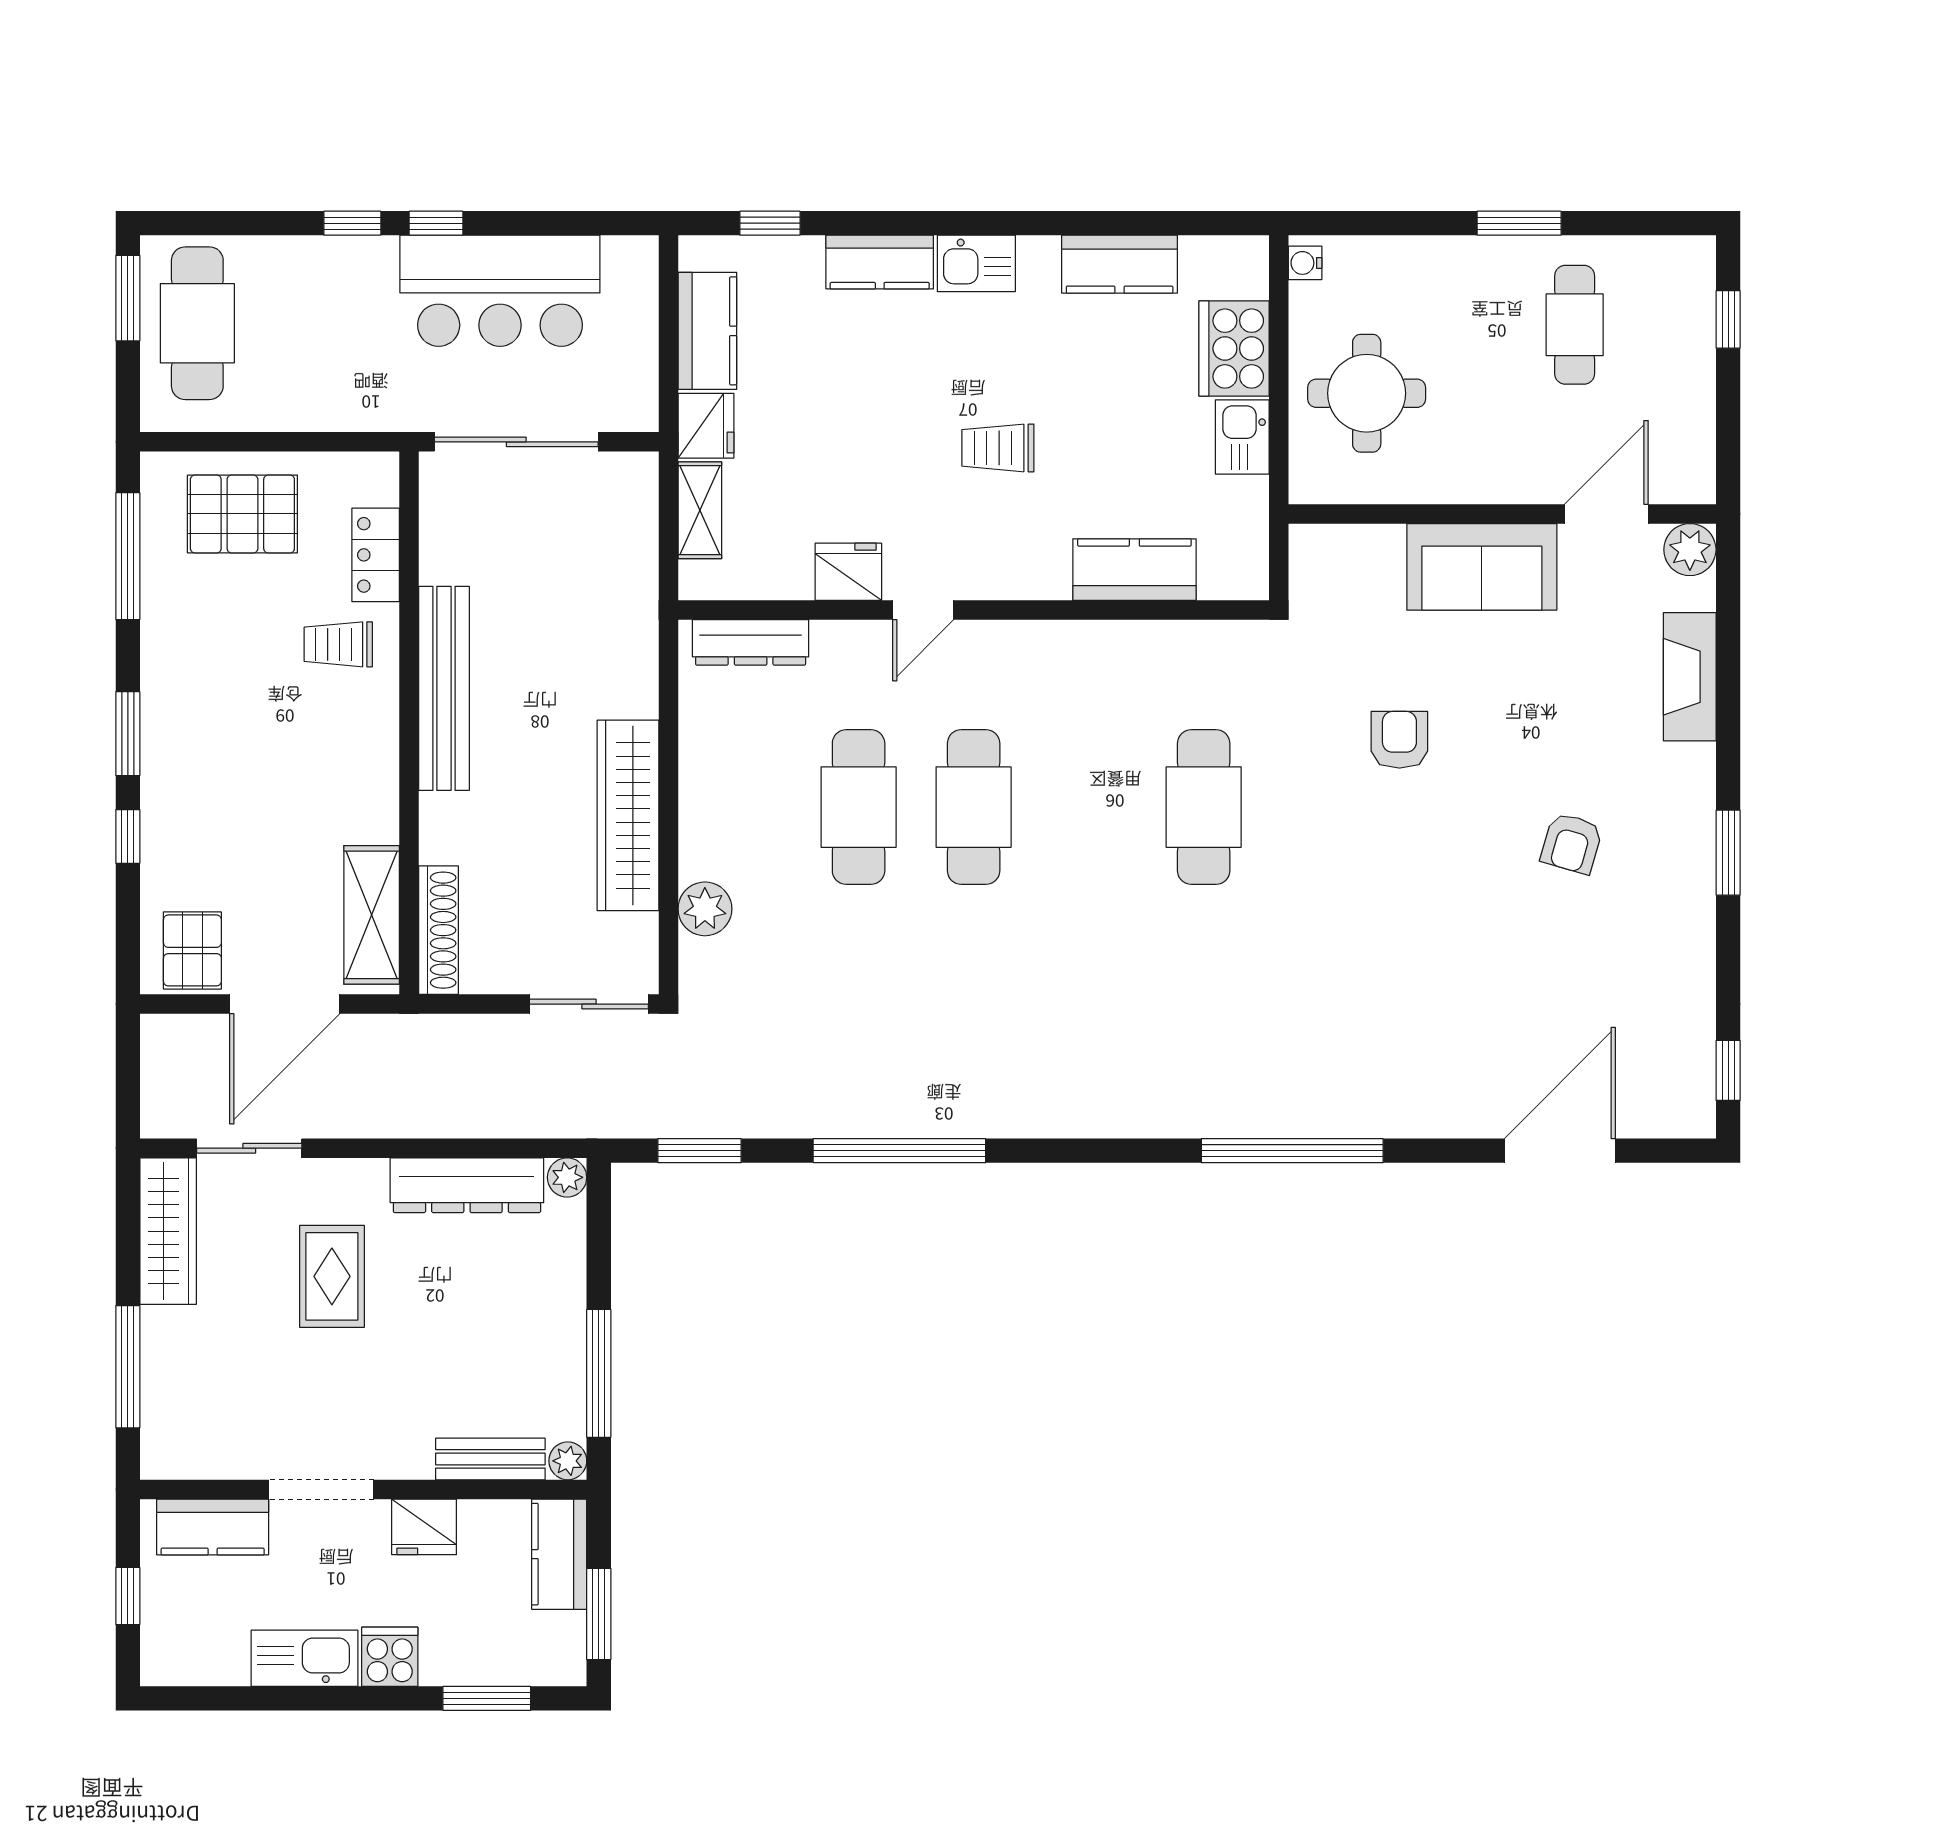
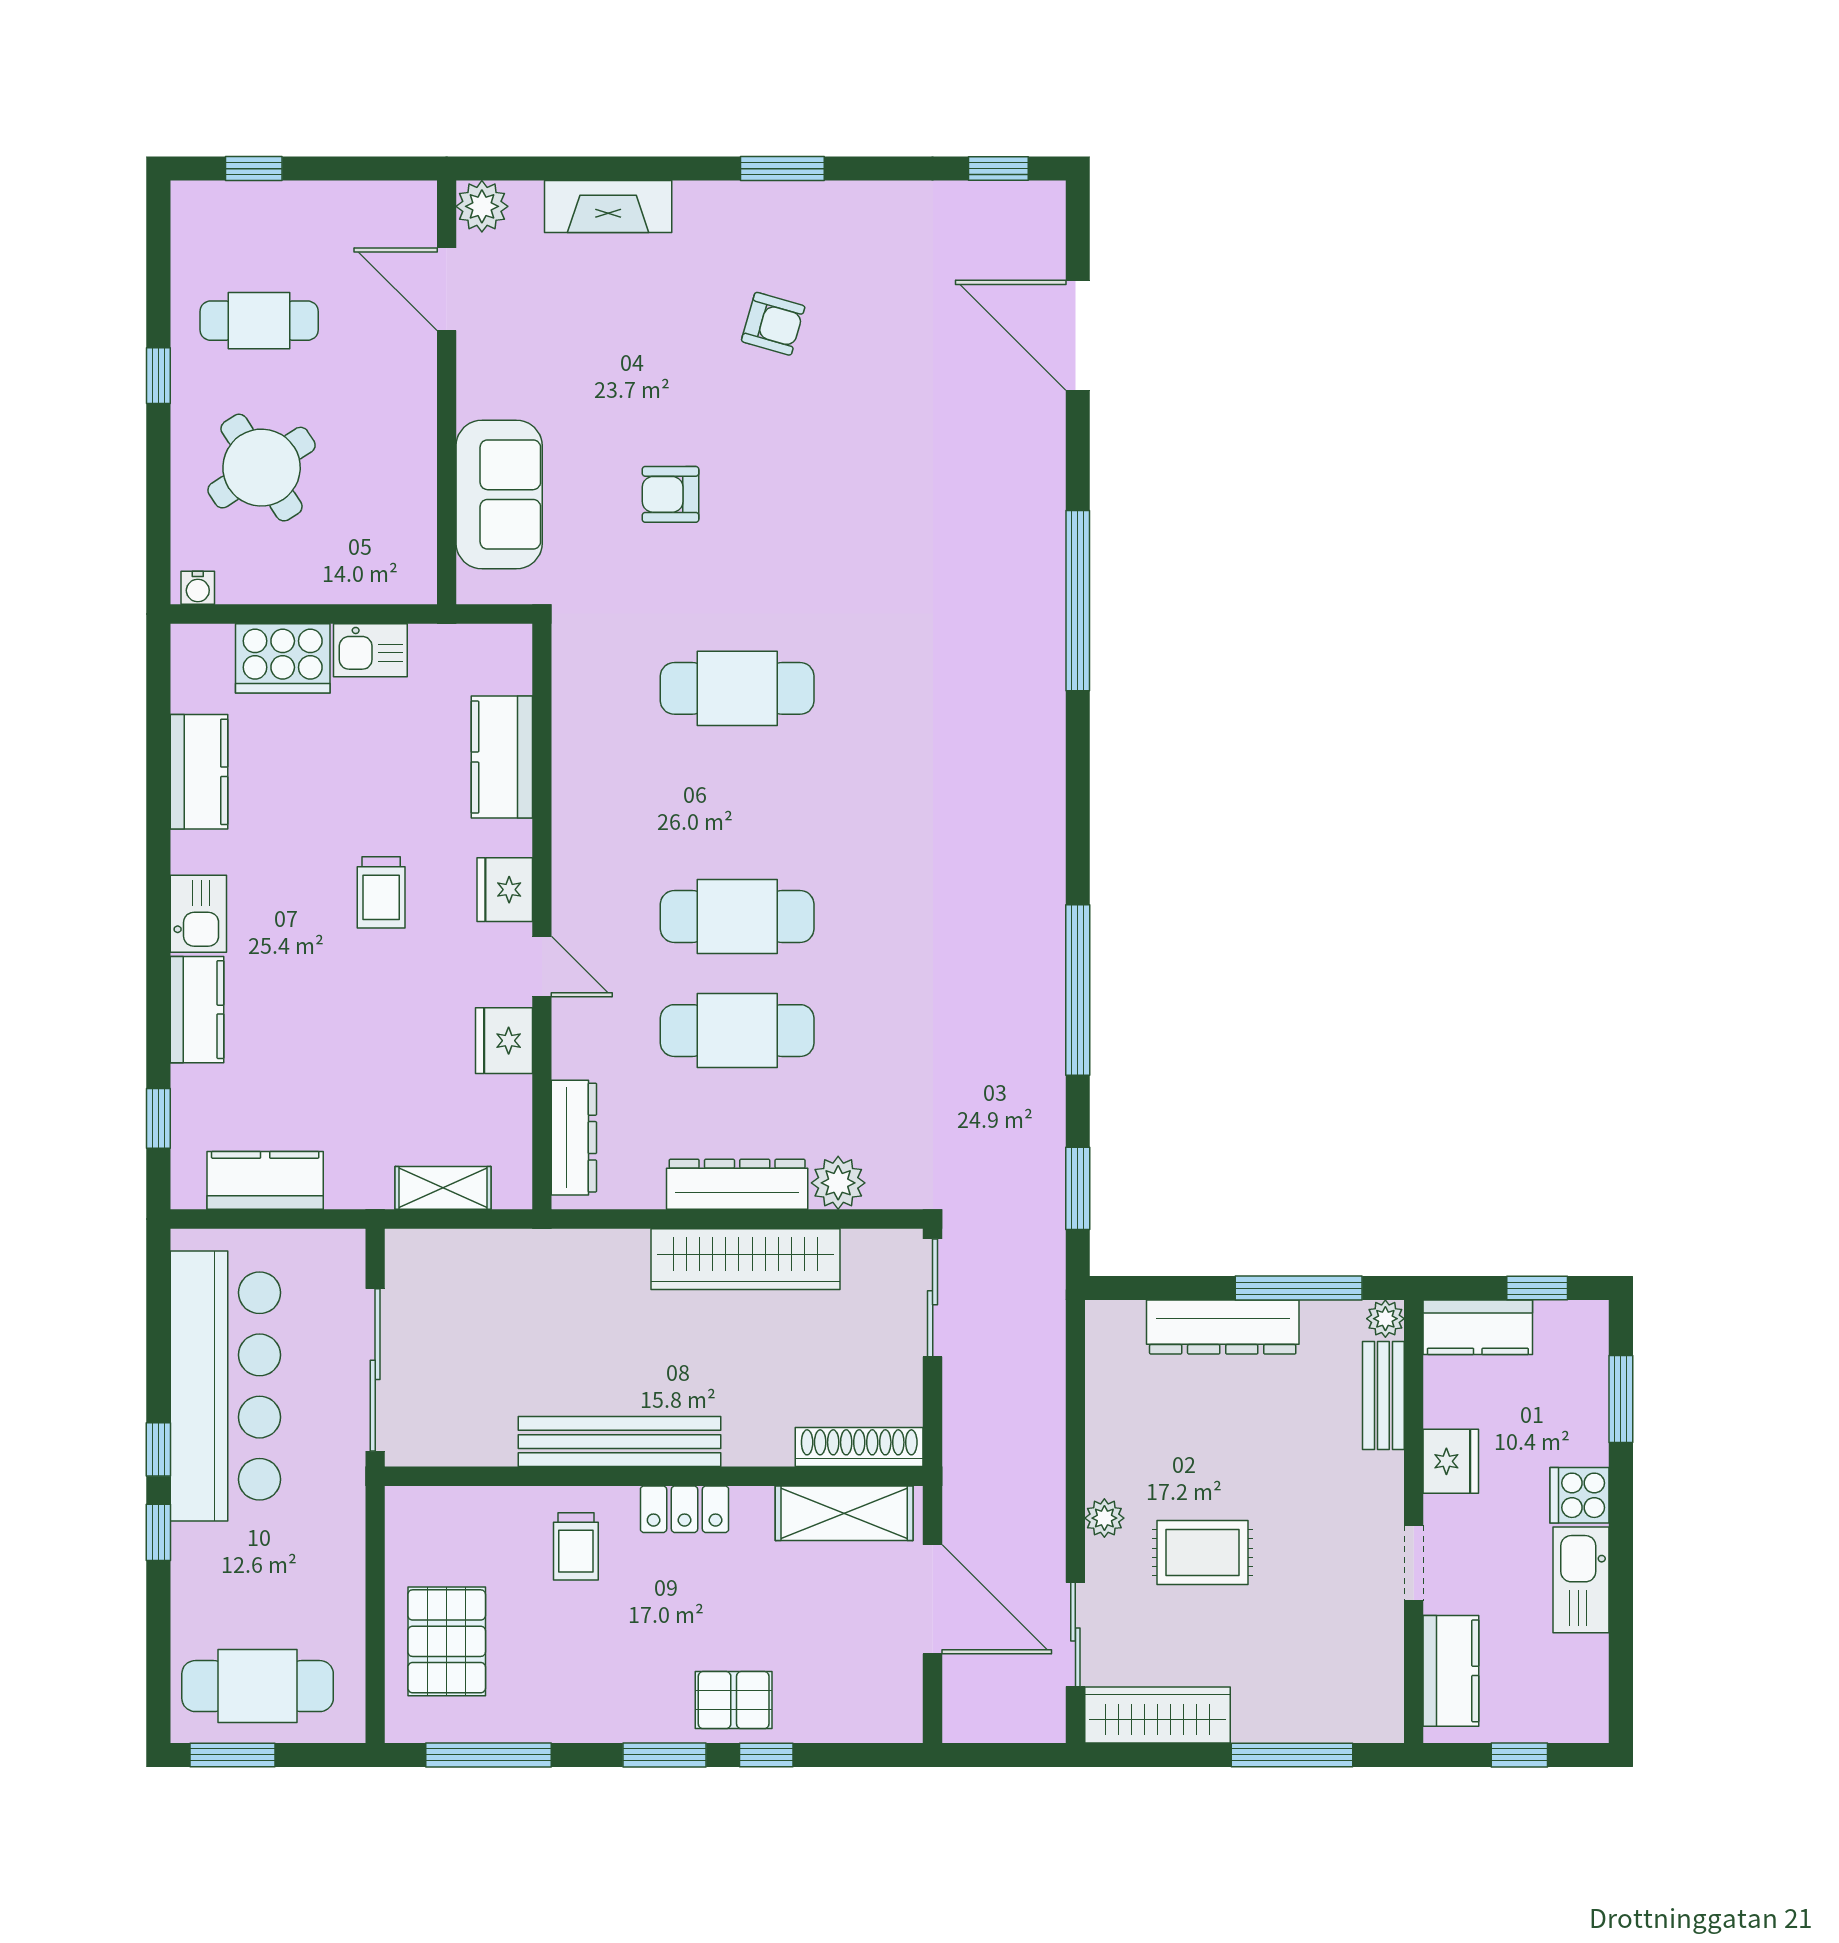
window: (1519, 223) -> (158, 376), width x0.67
bar counter: (500, 291) -> (225, 1386), width x1.36
round table: (1367, 393) -> (262, 468), moved, turned -33
fridge: (706, 426) -> (505, 890), moved, turned -90
locker: (376, 555) -> (685, 1509), moved
sofa: (1482, 567) -> (499, 495), moved
dresser: (703, 807) -> (737, 1184), added
pallet: (192, 950) -> (734, 1700), moved
plant: (567, 1177) -> (1104, 1518), moved
dresser: (467, 1185) -> (1223, 1327), moved, turned 90
doorway: (321, 1489) -> (1414, 1563), width x0.73
window: (599, 1614) -> (1537, 1288), width x0.67

